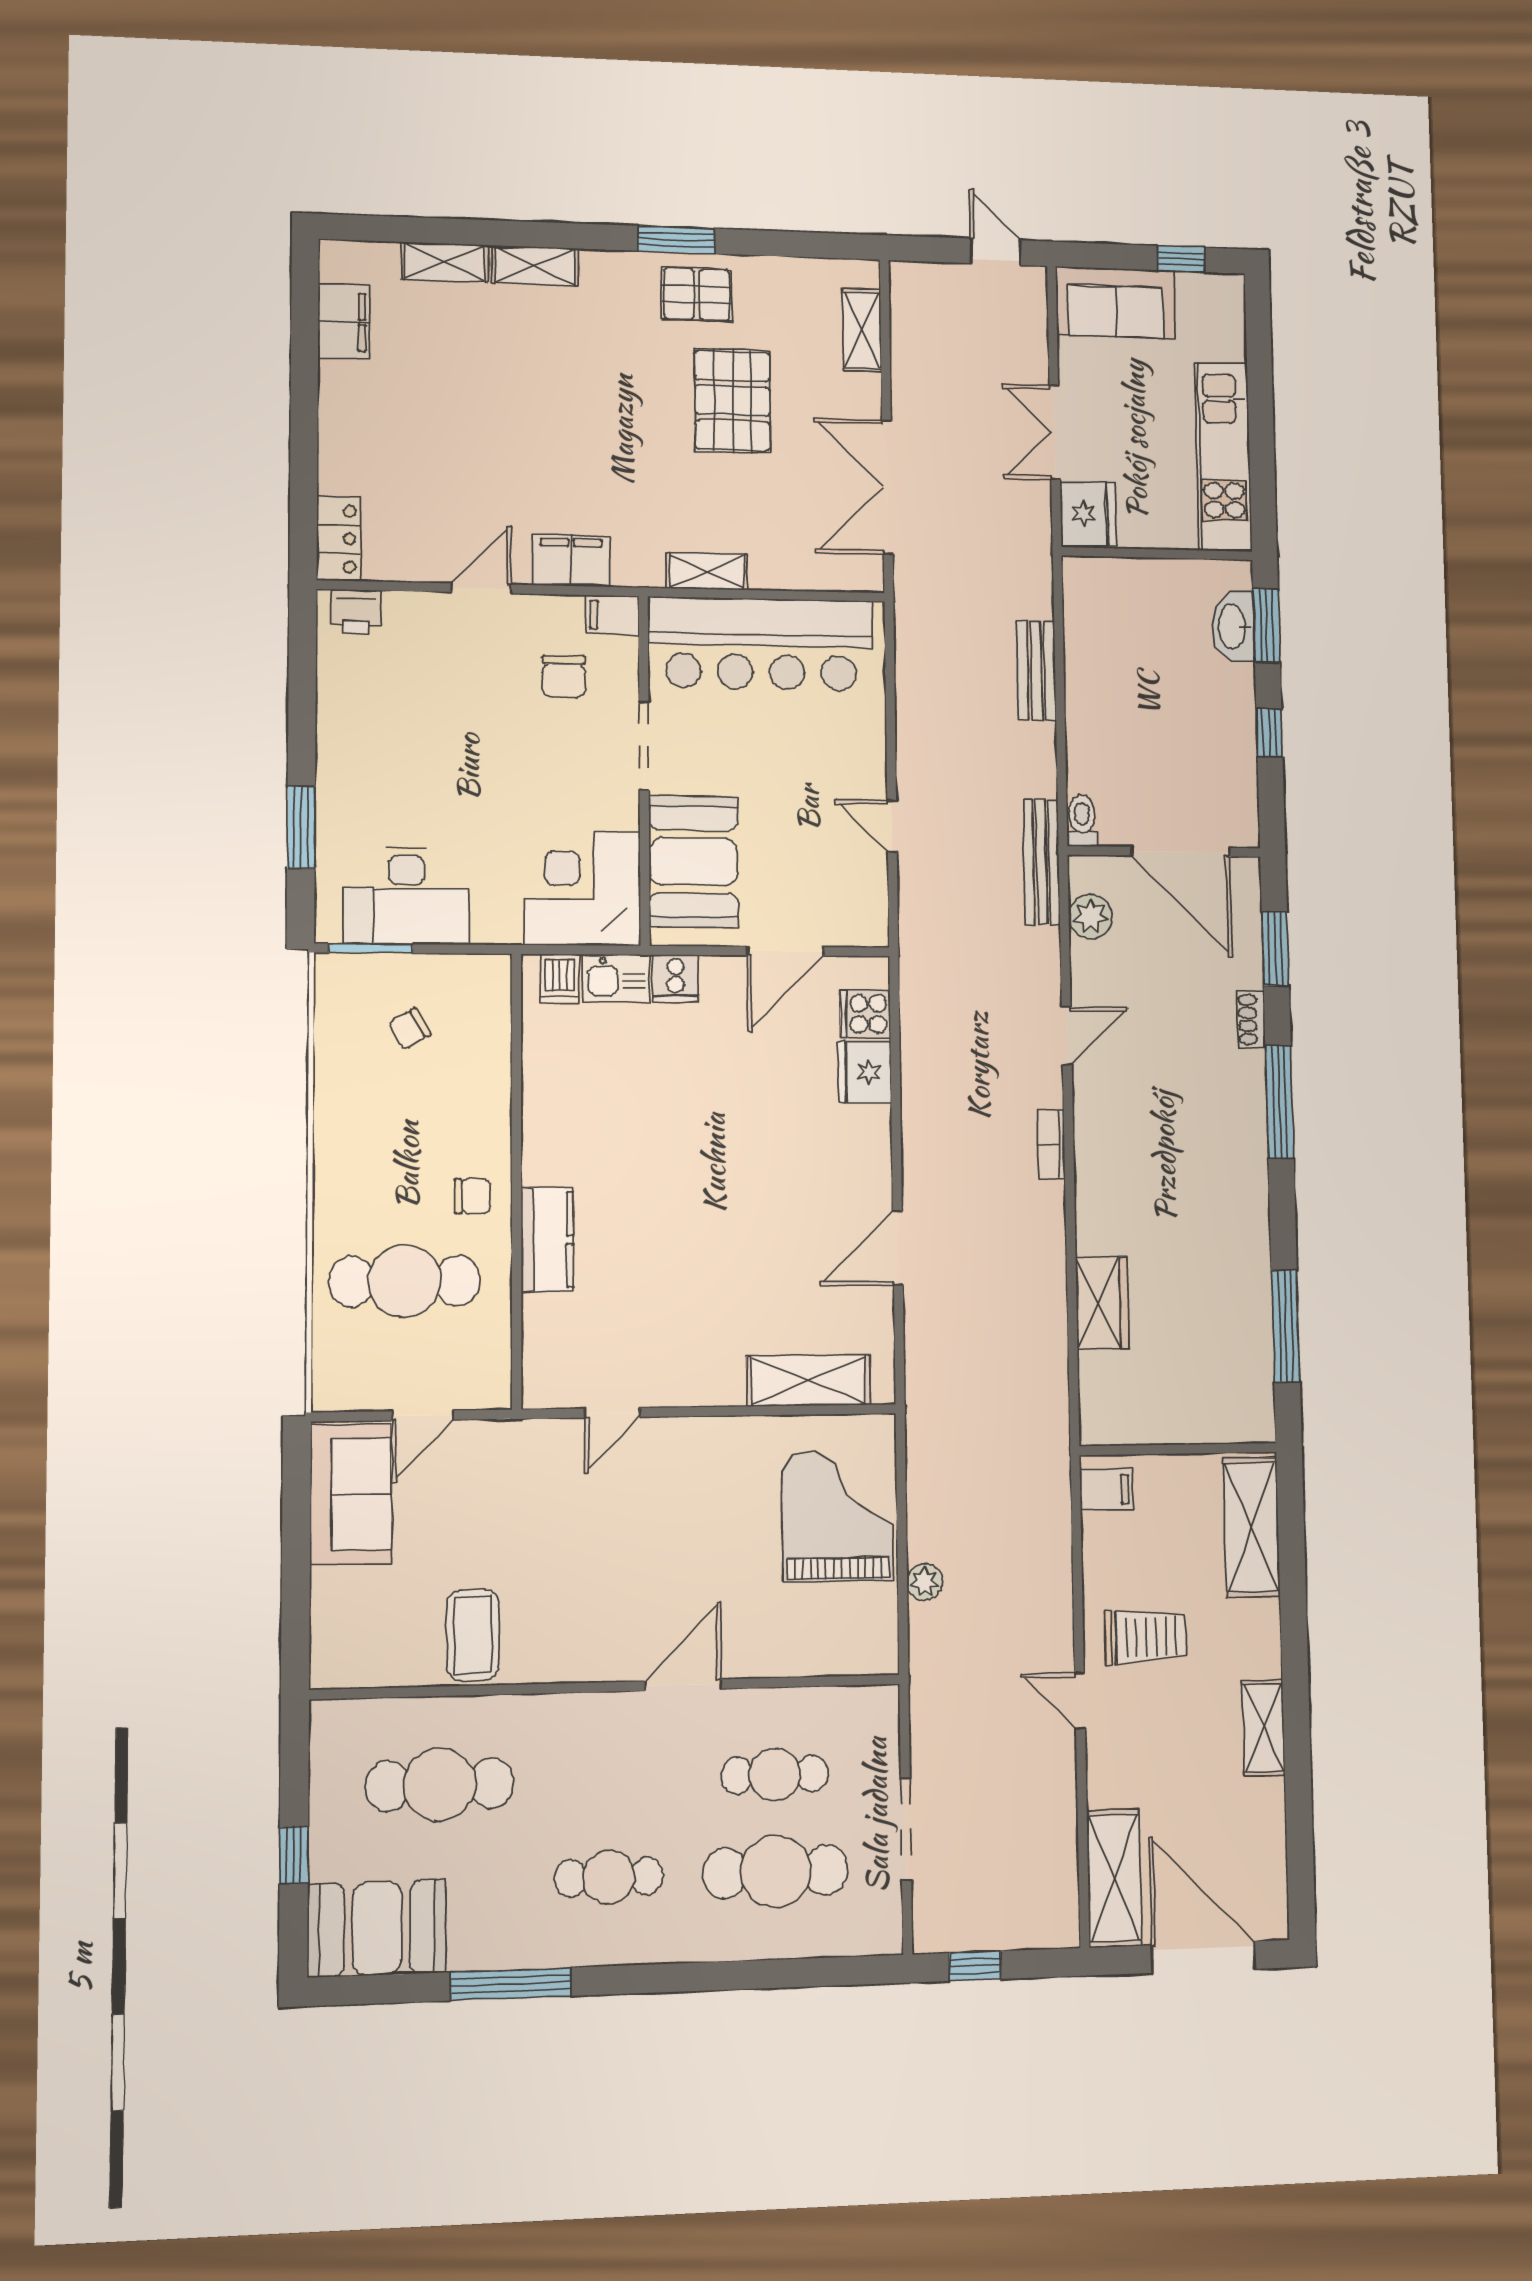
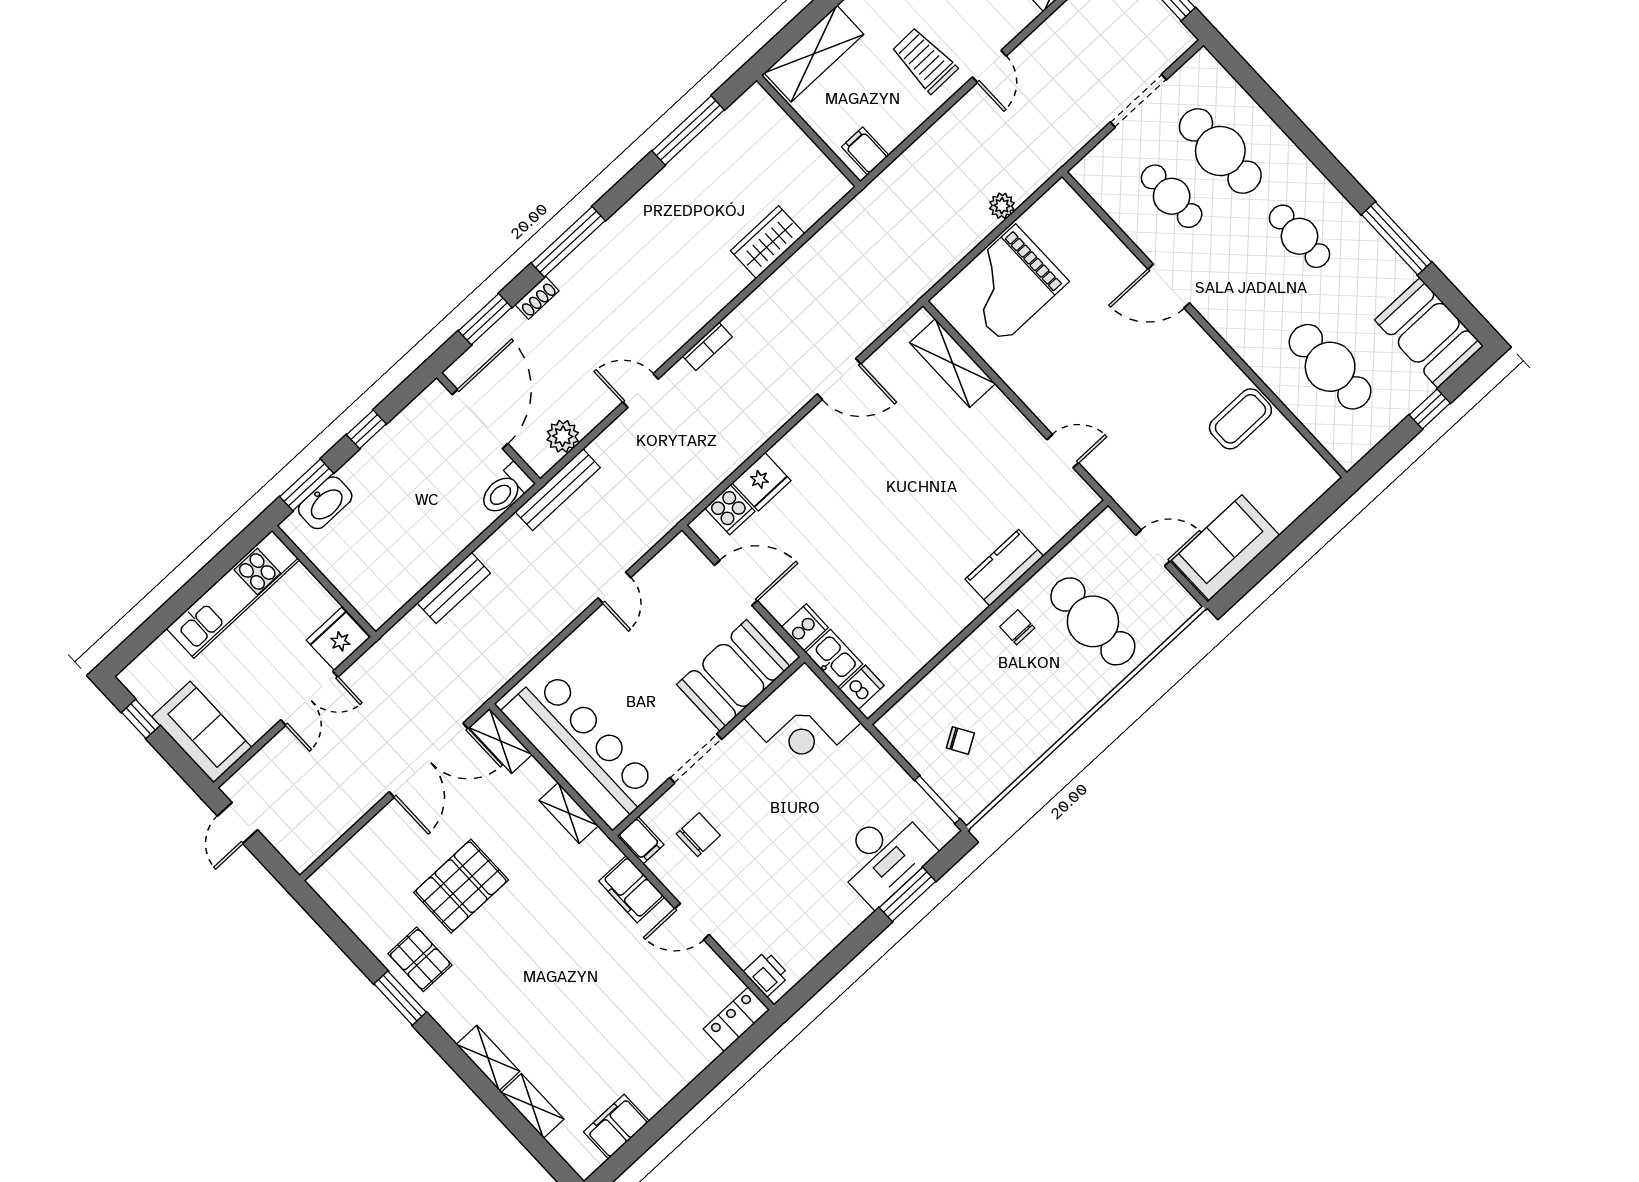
shelving: (862, 330) -> (500, 741), moved, turned 90
toilet: (1082, 821) -> (506, 490), width x1.37, depth x1.39
desk: (406, 896) -> (884, 856), moved, turned 90

